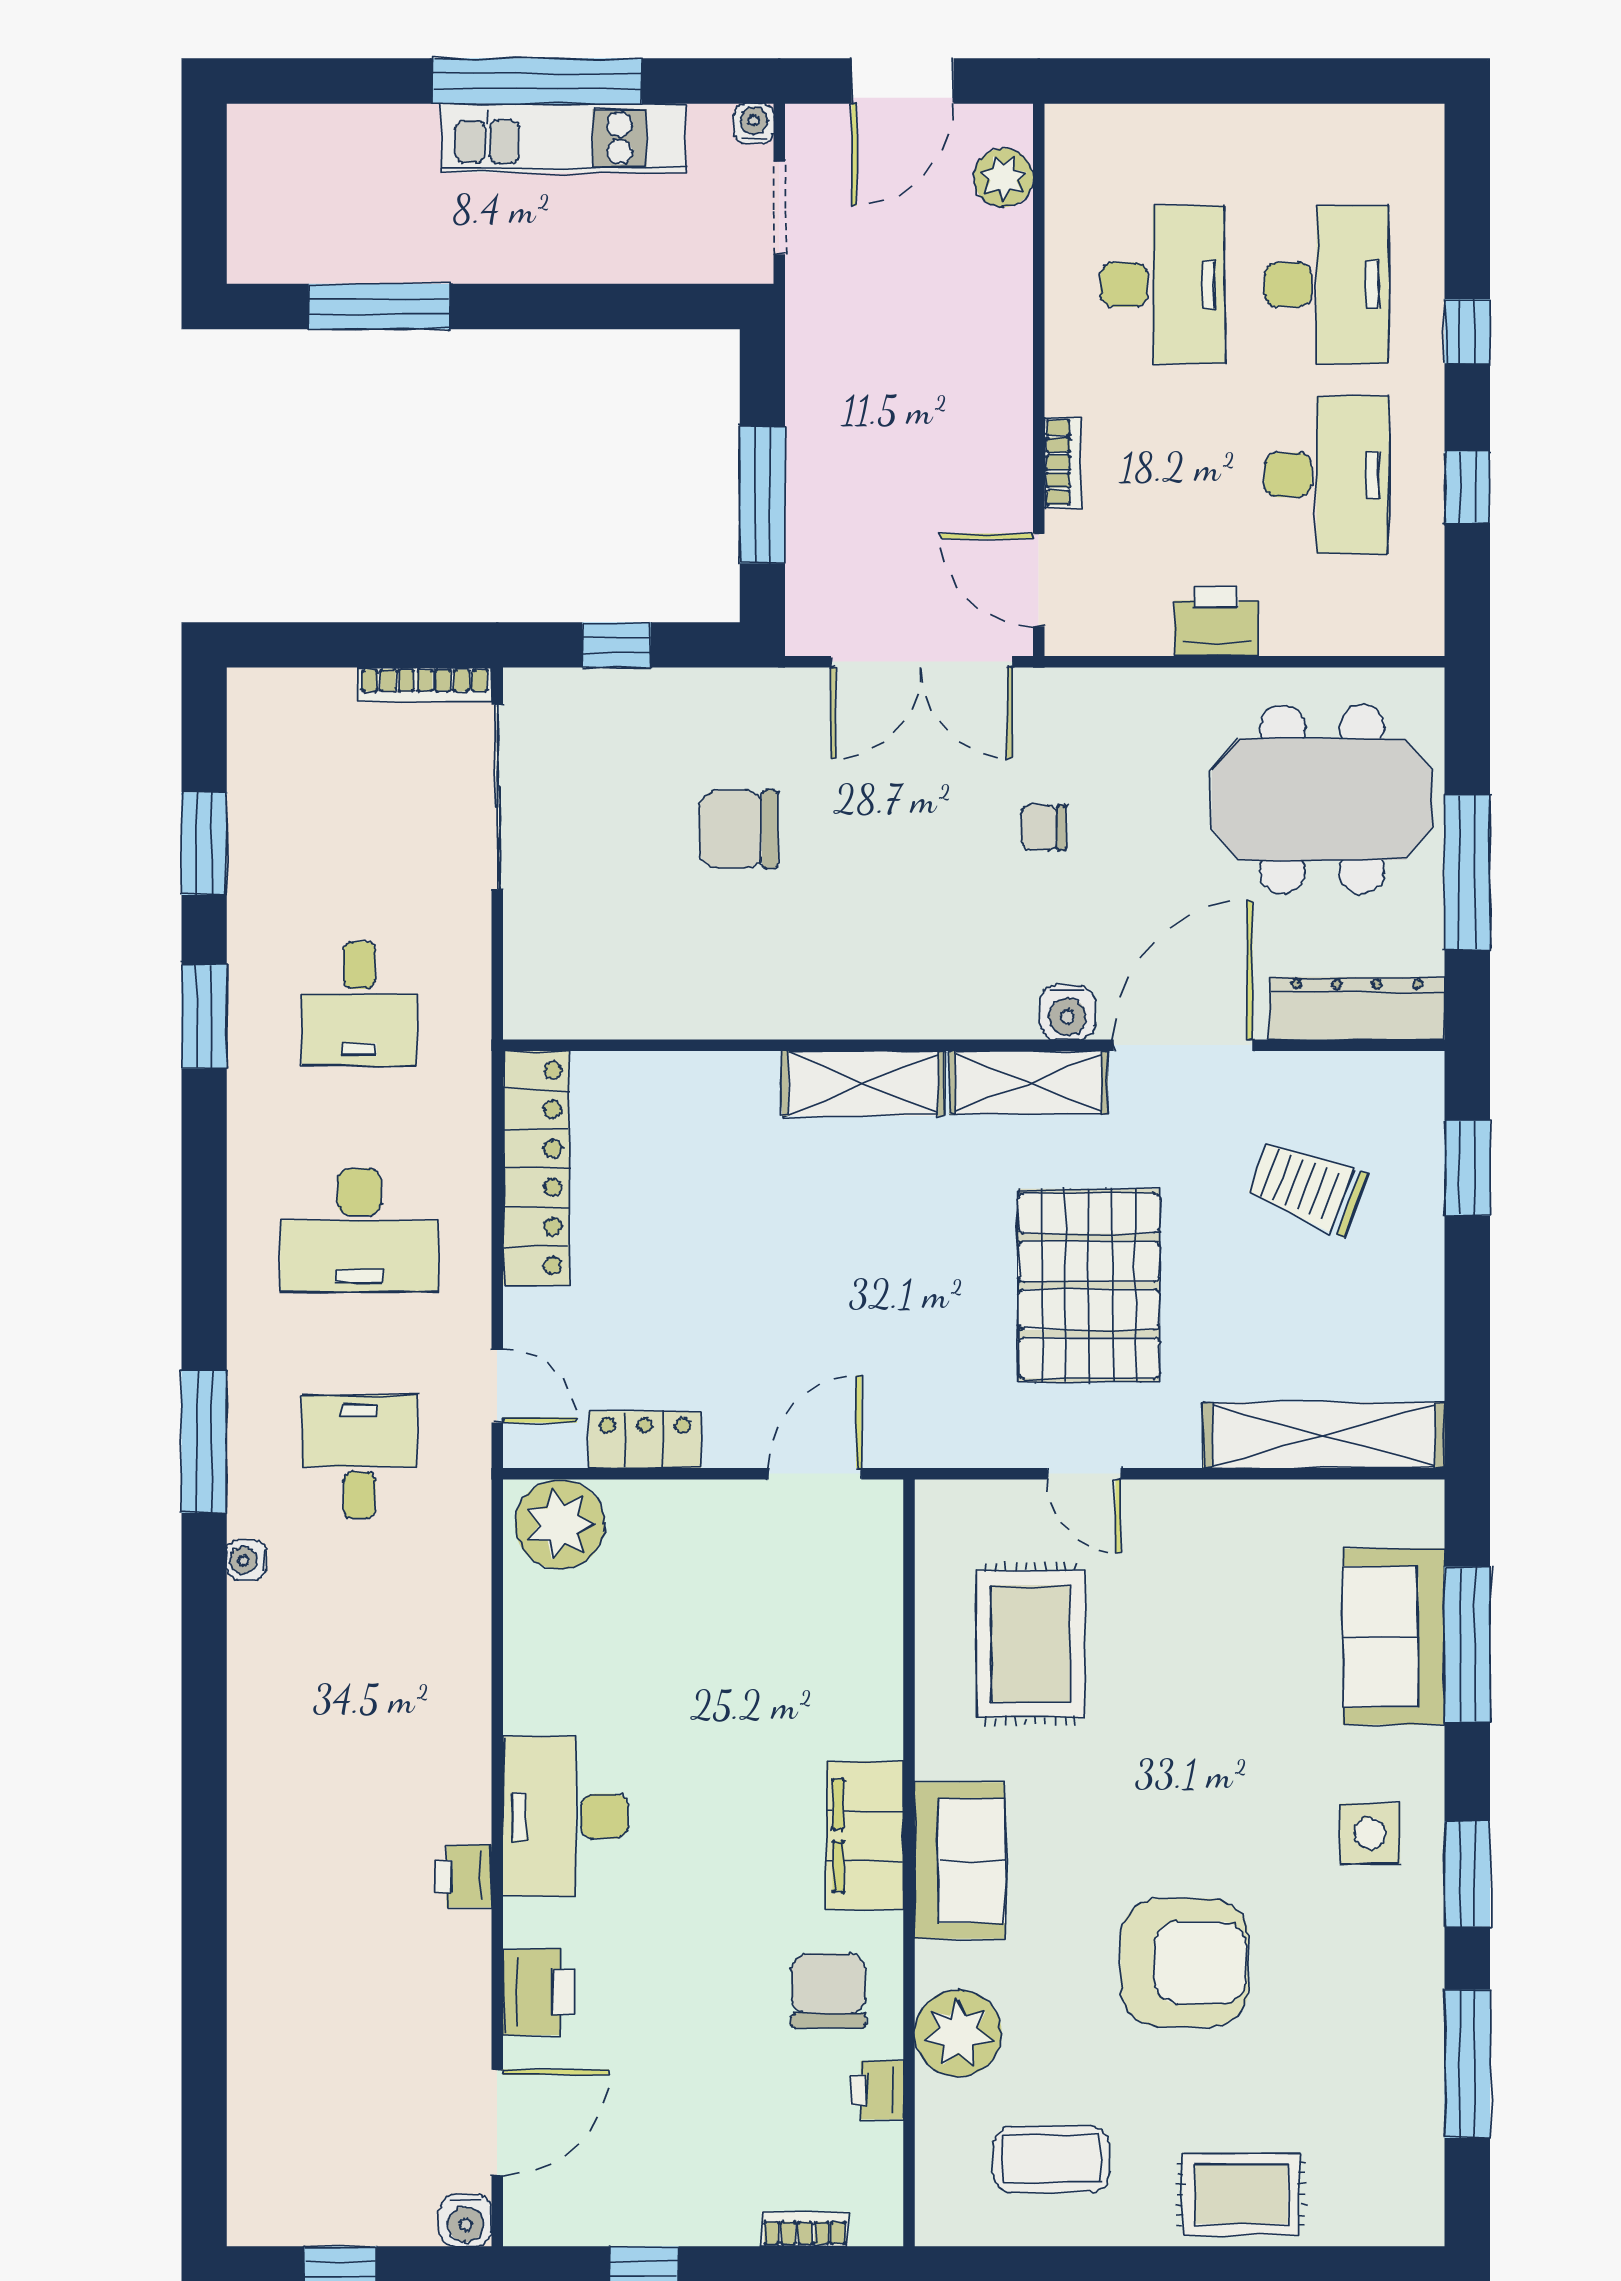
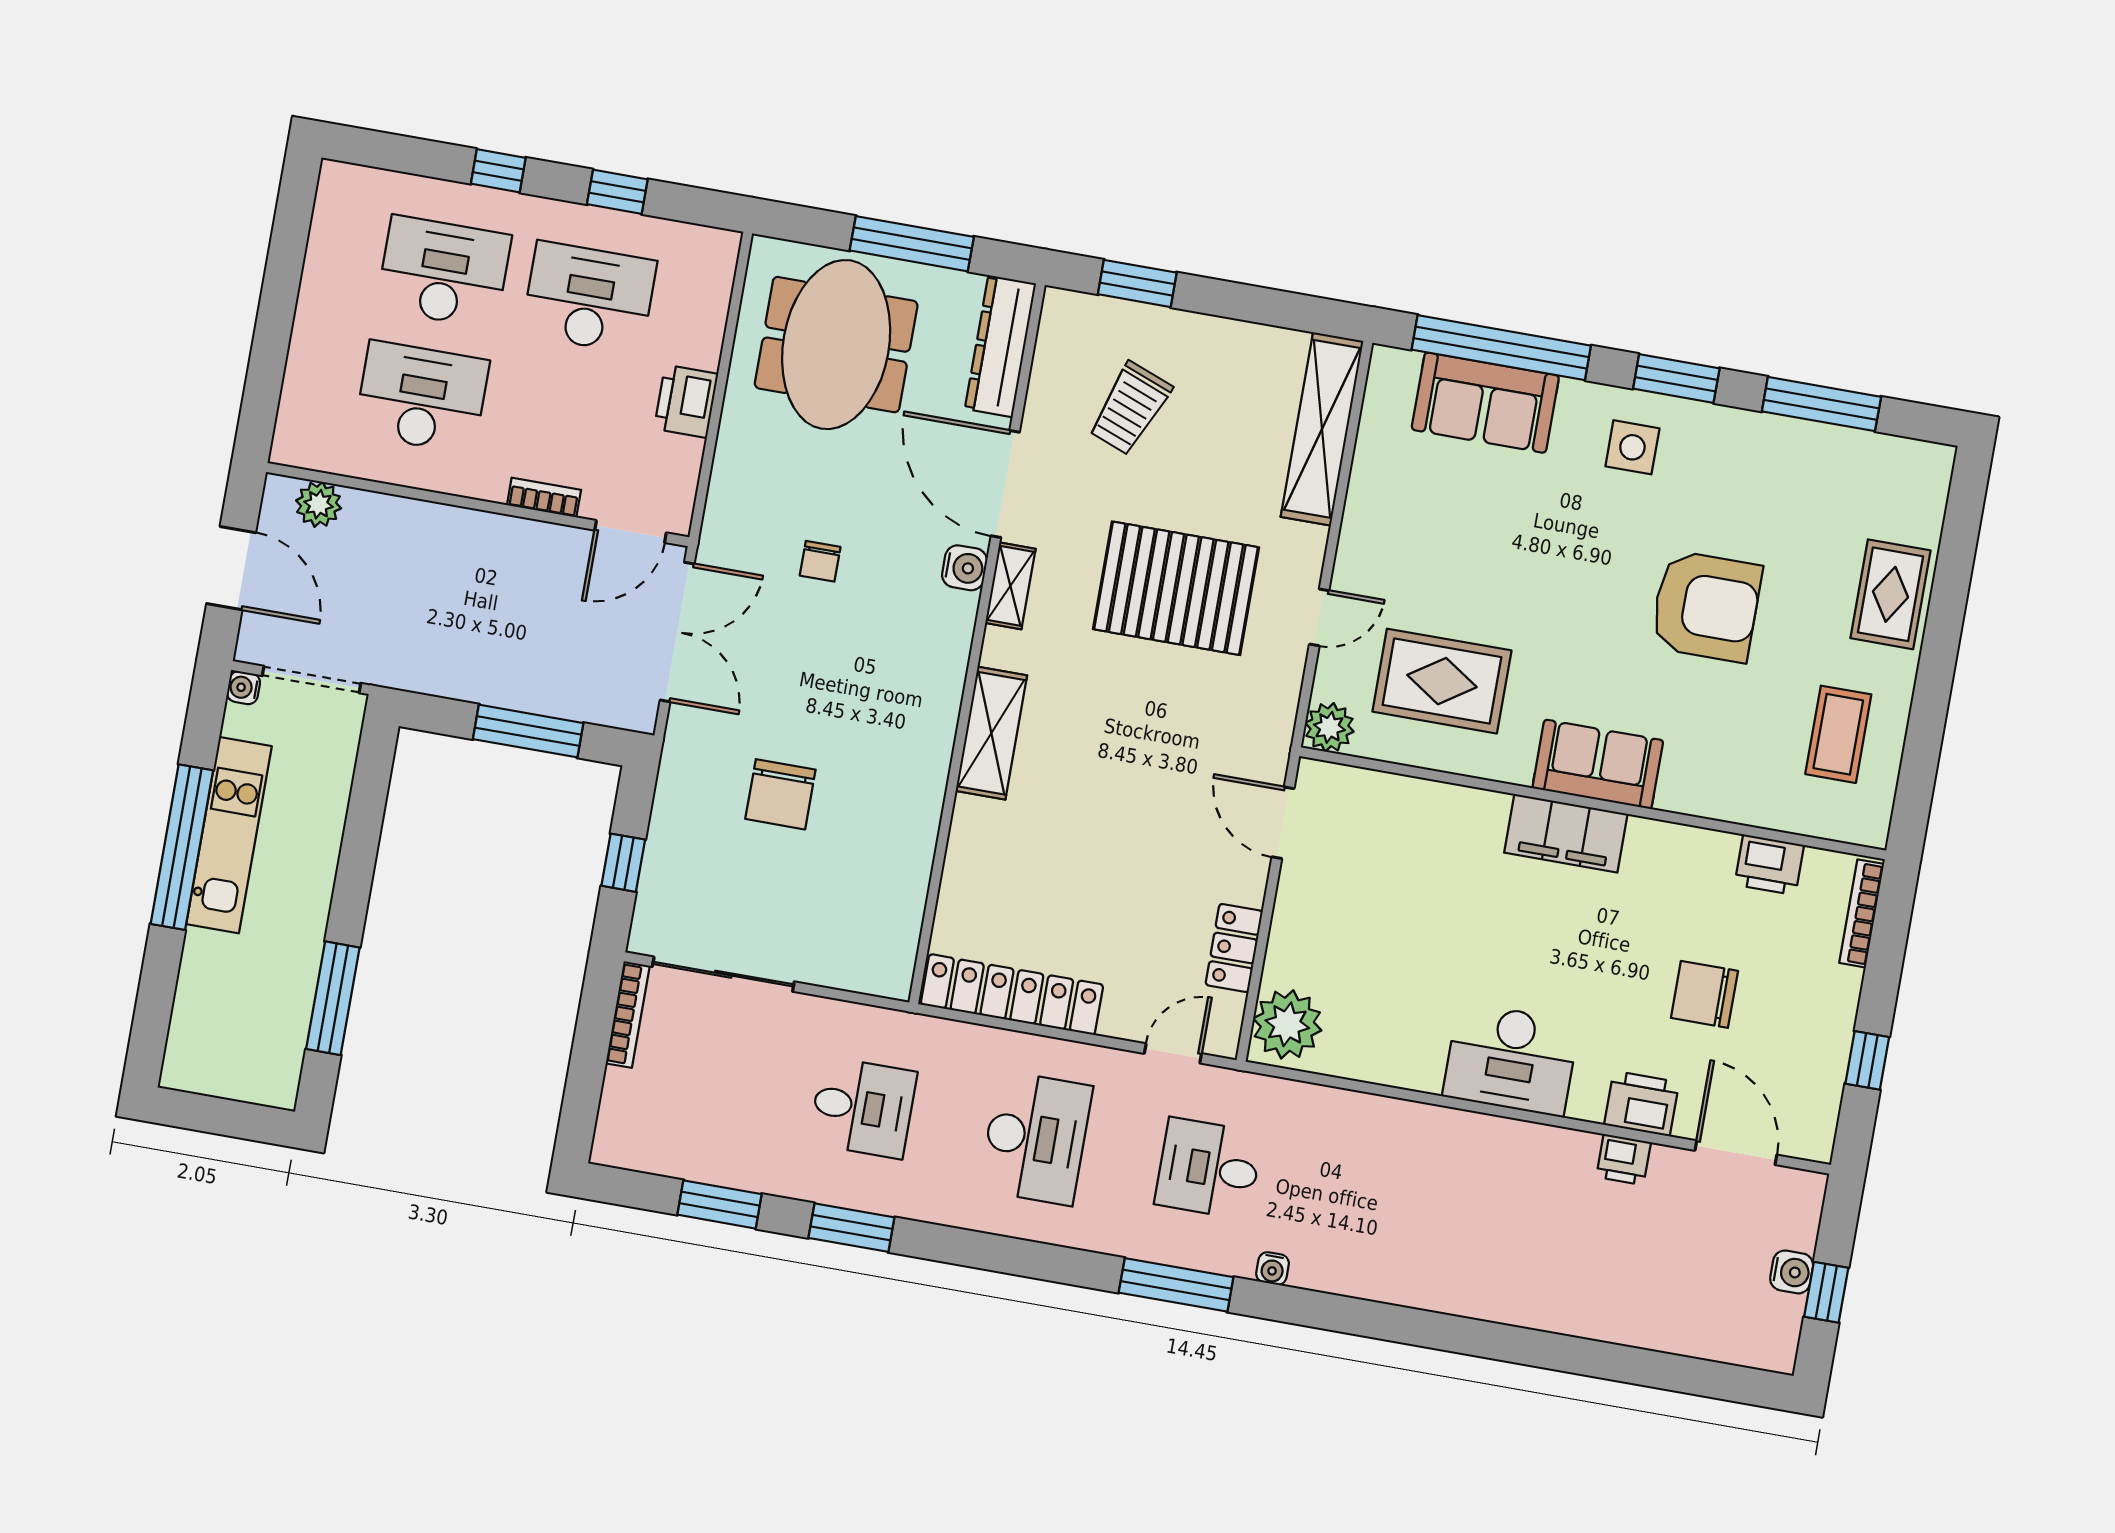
doorway: (779, 208) -> (311, 680), width x1.38
shelving: (1028, 1083) -> (1010, 586), width x0.67, depth x0.75
window: (1467, 1645) -> (1501, 348), width x1.46
printer: (463, 1876) -> (1624, 1160), moved
armchair: (1185, 1963) -> (1706, 606), turned 90
chair: (828, 1991) -> (1704, 994), moved
plant: (958, 2033) -> (1329, 727), moved, width x0.73, depth x0.73
printer: (877, 2090) -> (1769, 865), width x1.36, depth x1.24
water cooler: (466, 2220) -> (1792, 1272), moved
bookcase: (805, 2229) -> (1862, 913), width x1.56

